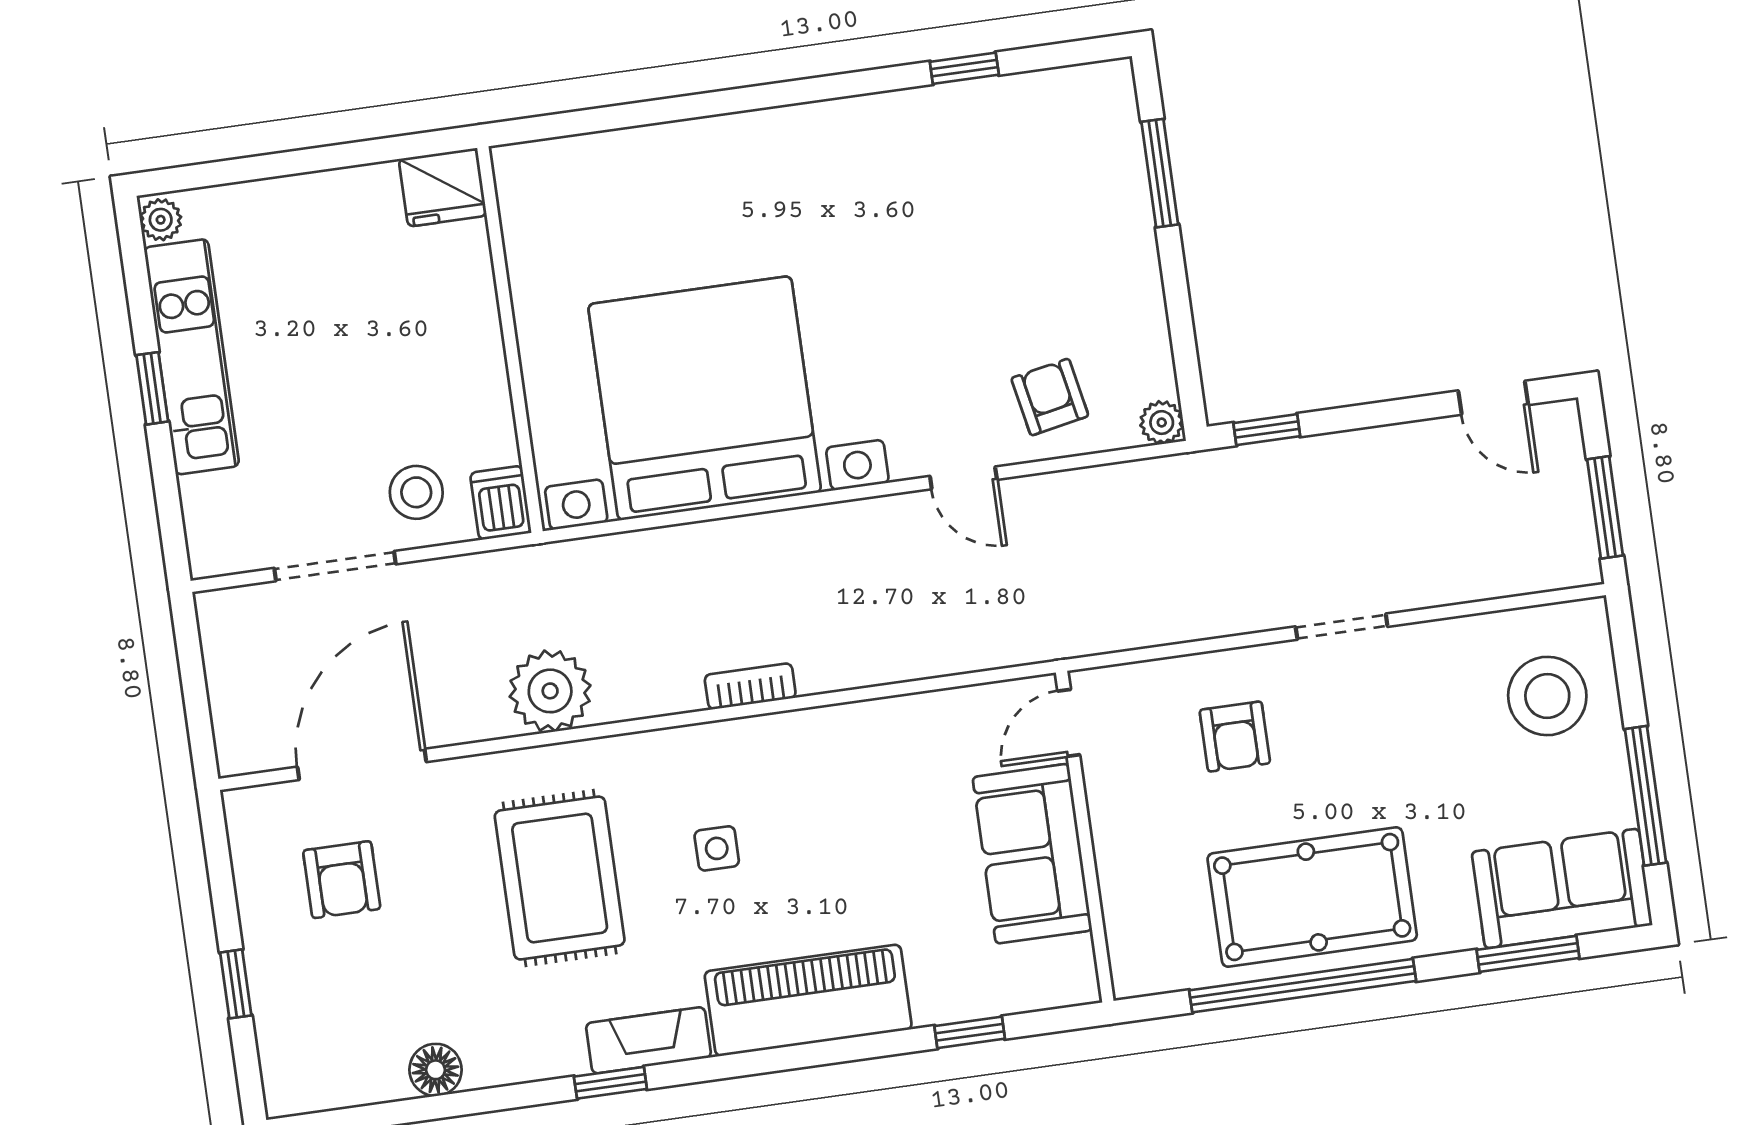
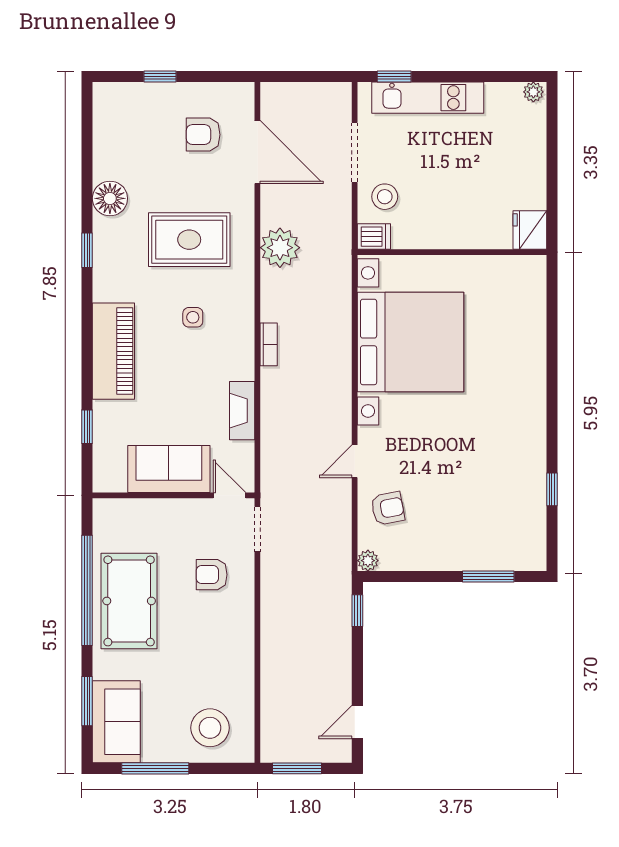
kitchen unit: (192, 357) -> (428, 98), moved
window: (152, 388) -> (394, 76), moved
doorway: (1342, 627) -> (257, 529), moved
fireplace: (649, 1040) -> (242, 411), moved, turned 180
floor lamp: (436, 1070) -> (110, 198), moved, width x1.38, depth x1.38

